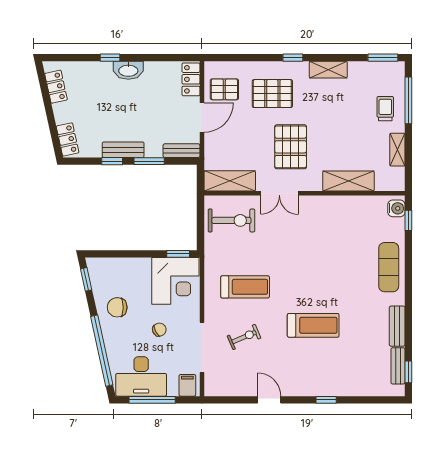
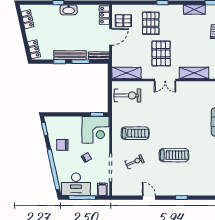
shelving: (328, 70) -> (194, 9), moved
pallet: (272, 94) -> (151, 23), turned 90
bench: (123, 150) -> (70, 55), width x1.36
double door: (279, 193) -> (165, 80), moved

